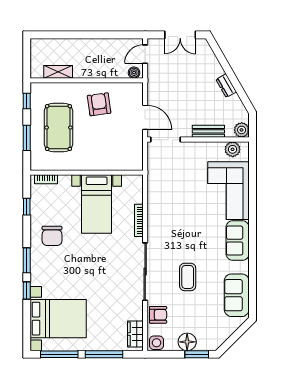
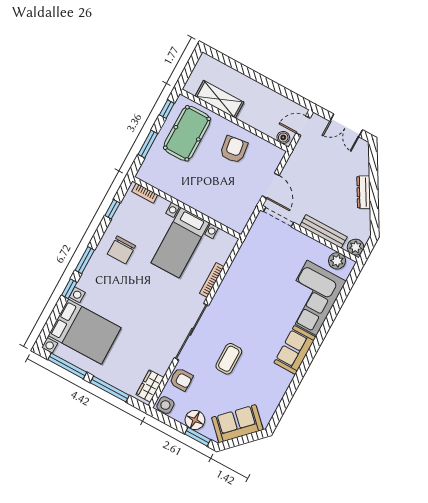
shelving: (58, 72) -> (219, 99), width x1.50, depth x1.33
dresser: (226, 86) -> (364, 192), width x1.44
pool table: (58, 128) -> (187, 133), moved
bench: (208, 131) -> (323, 231), width x1.36
sofa: (237, 295) -> (237, 424), moved, turned 45

